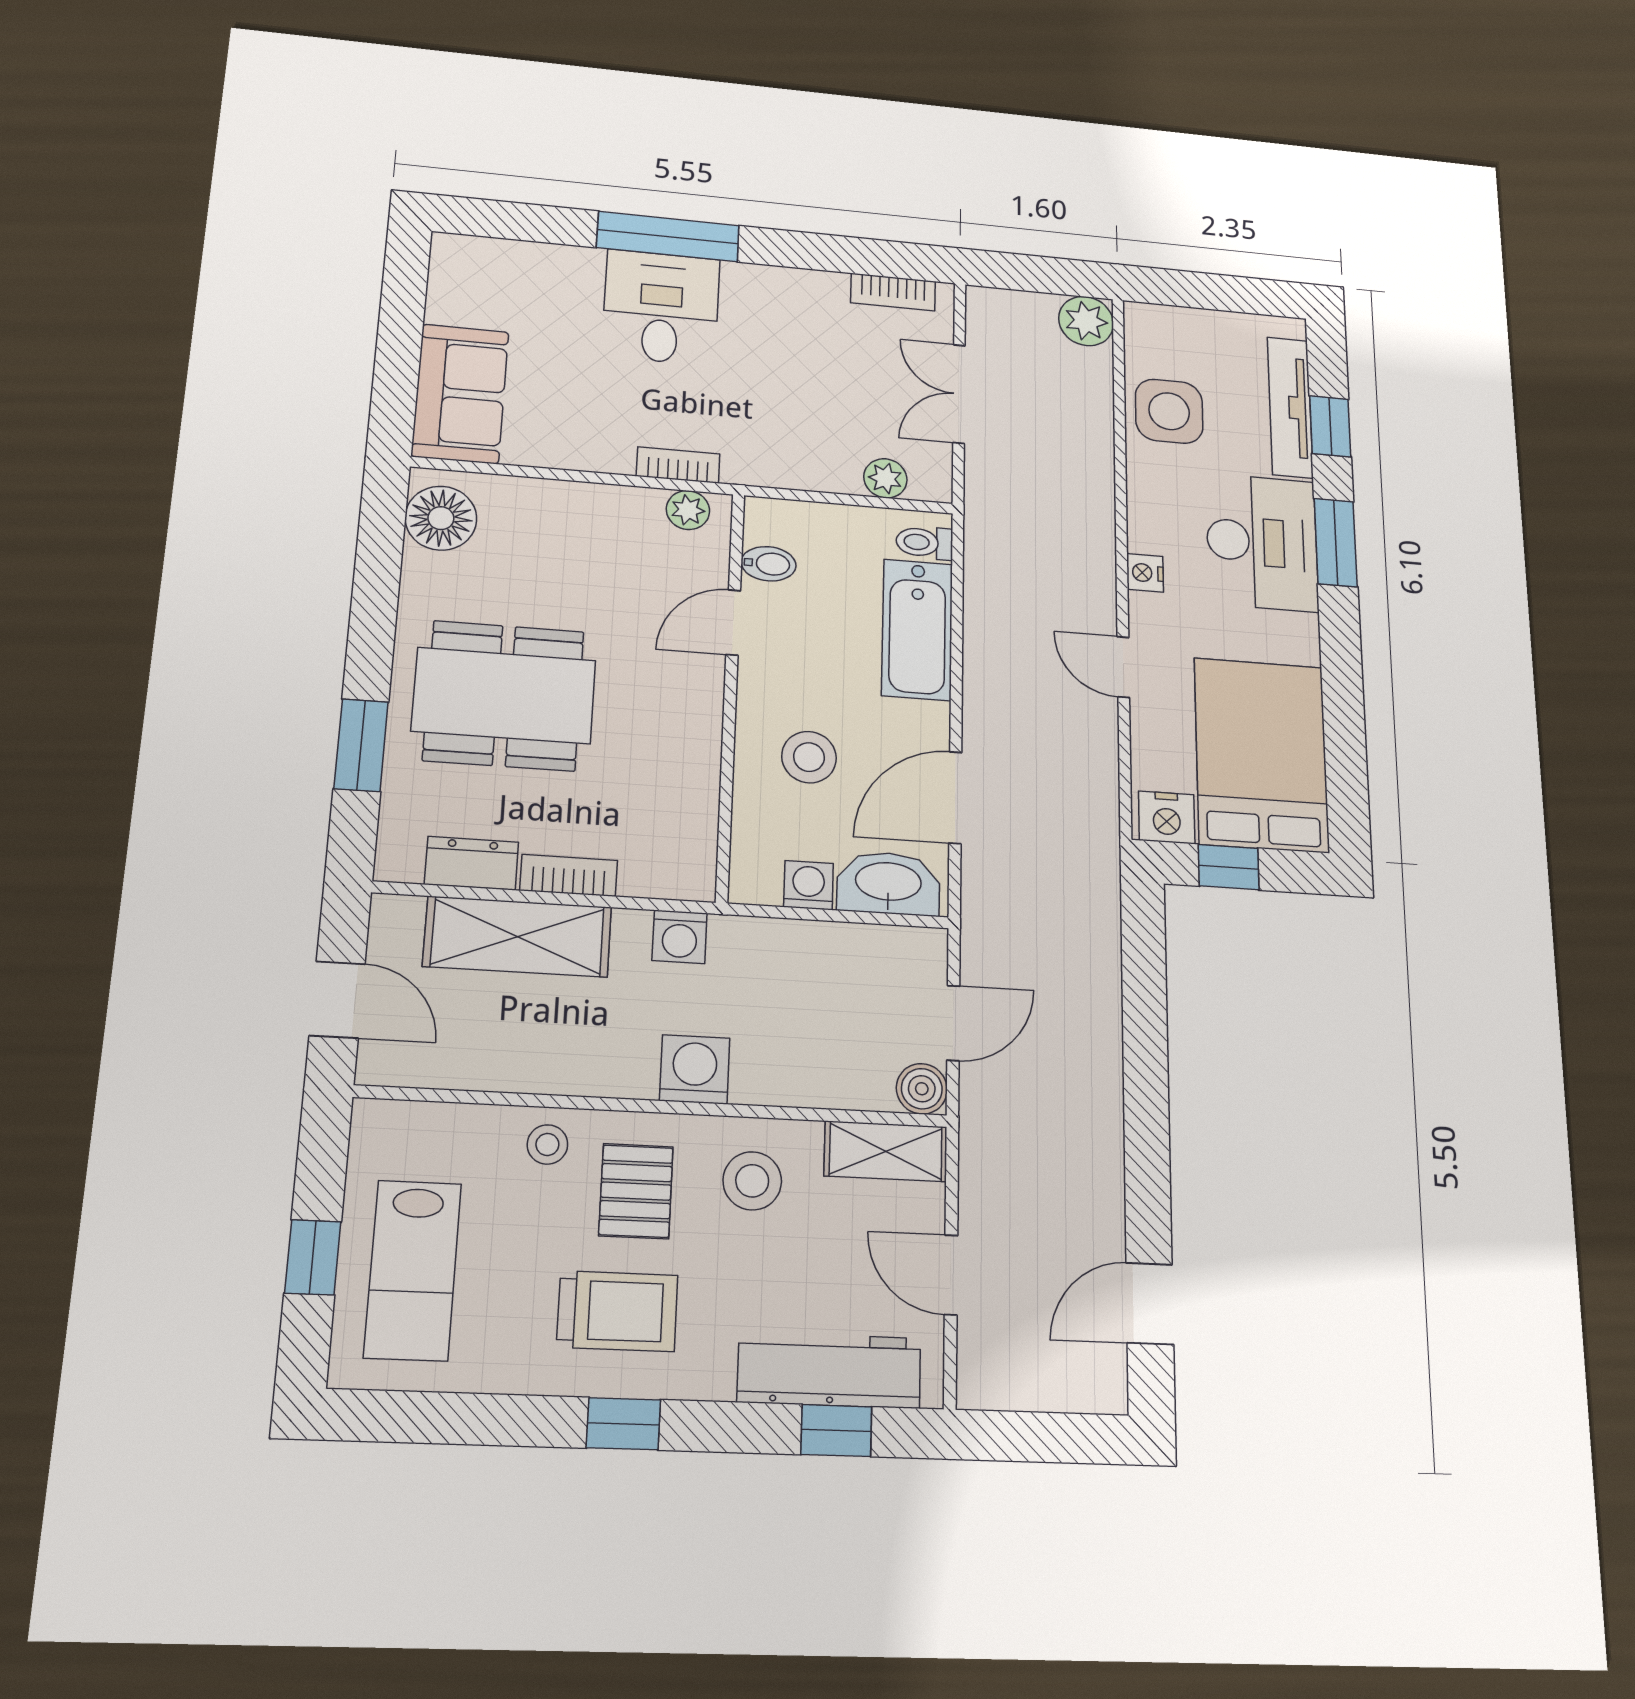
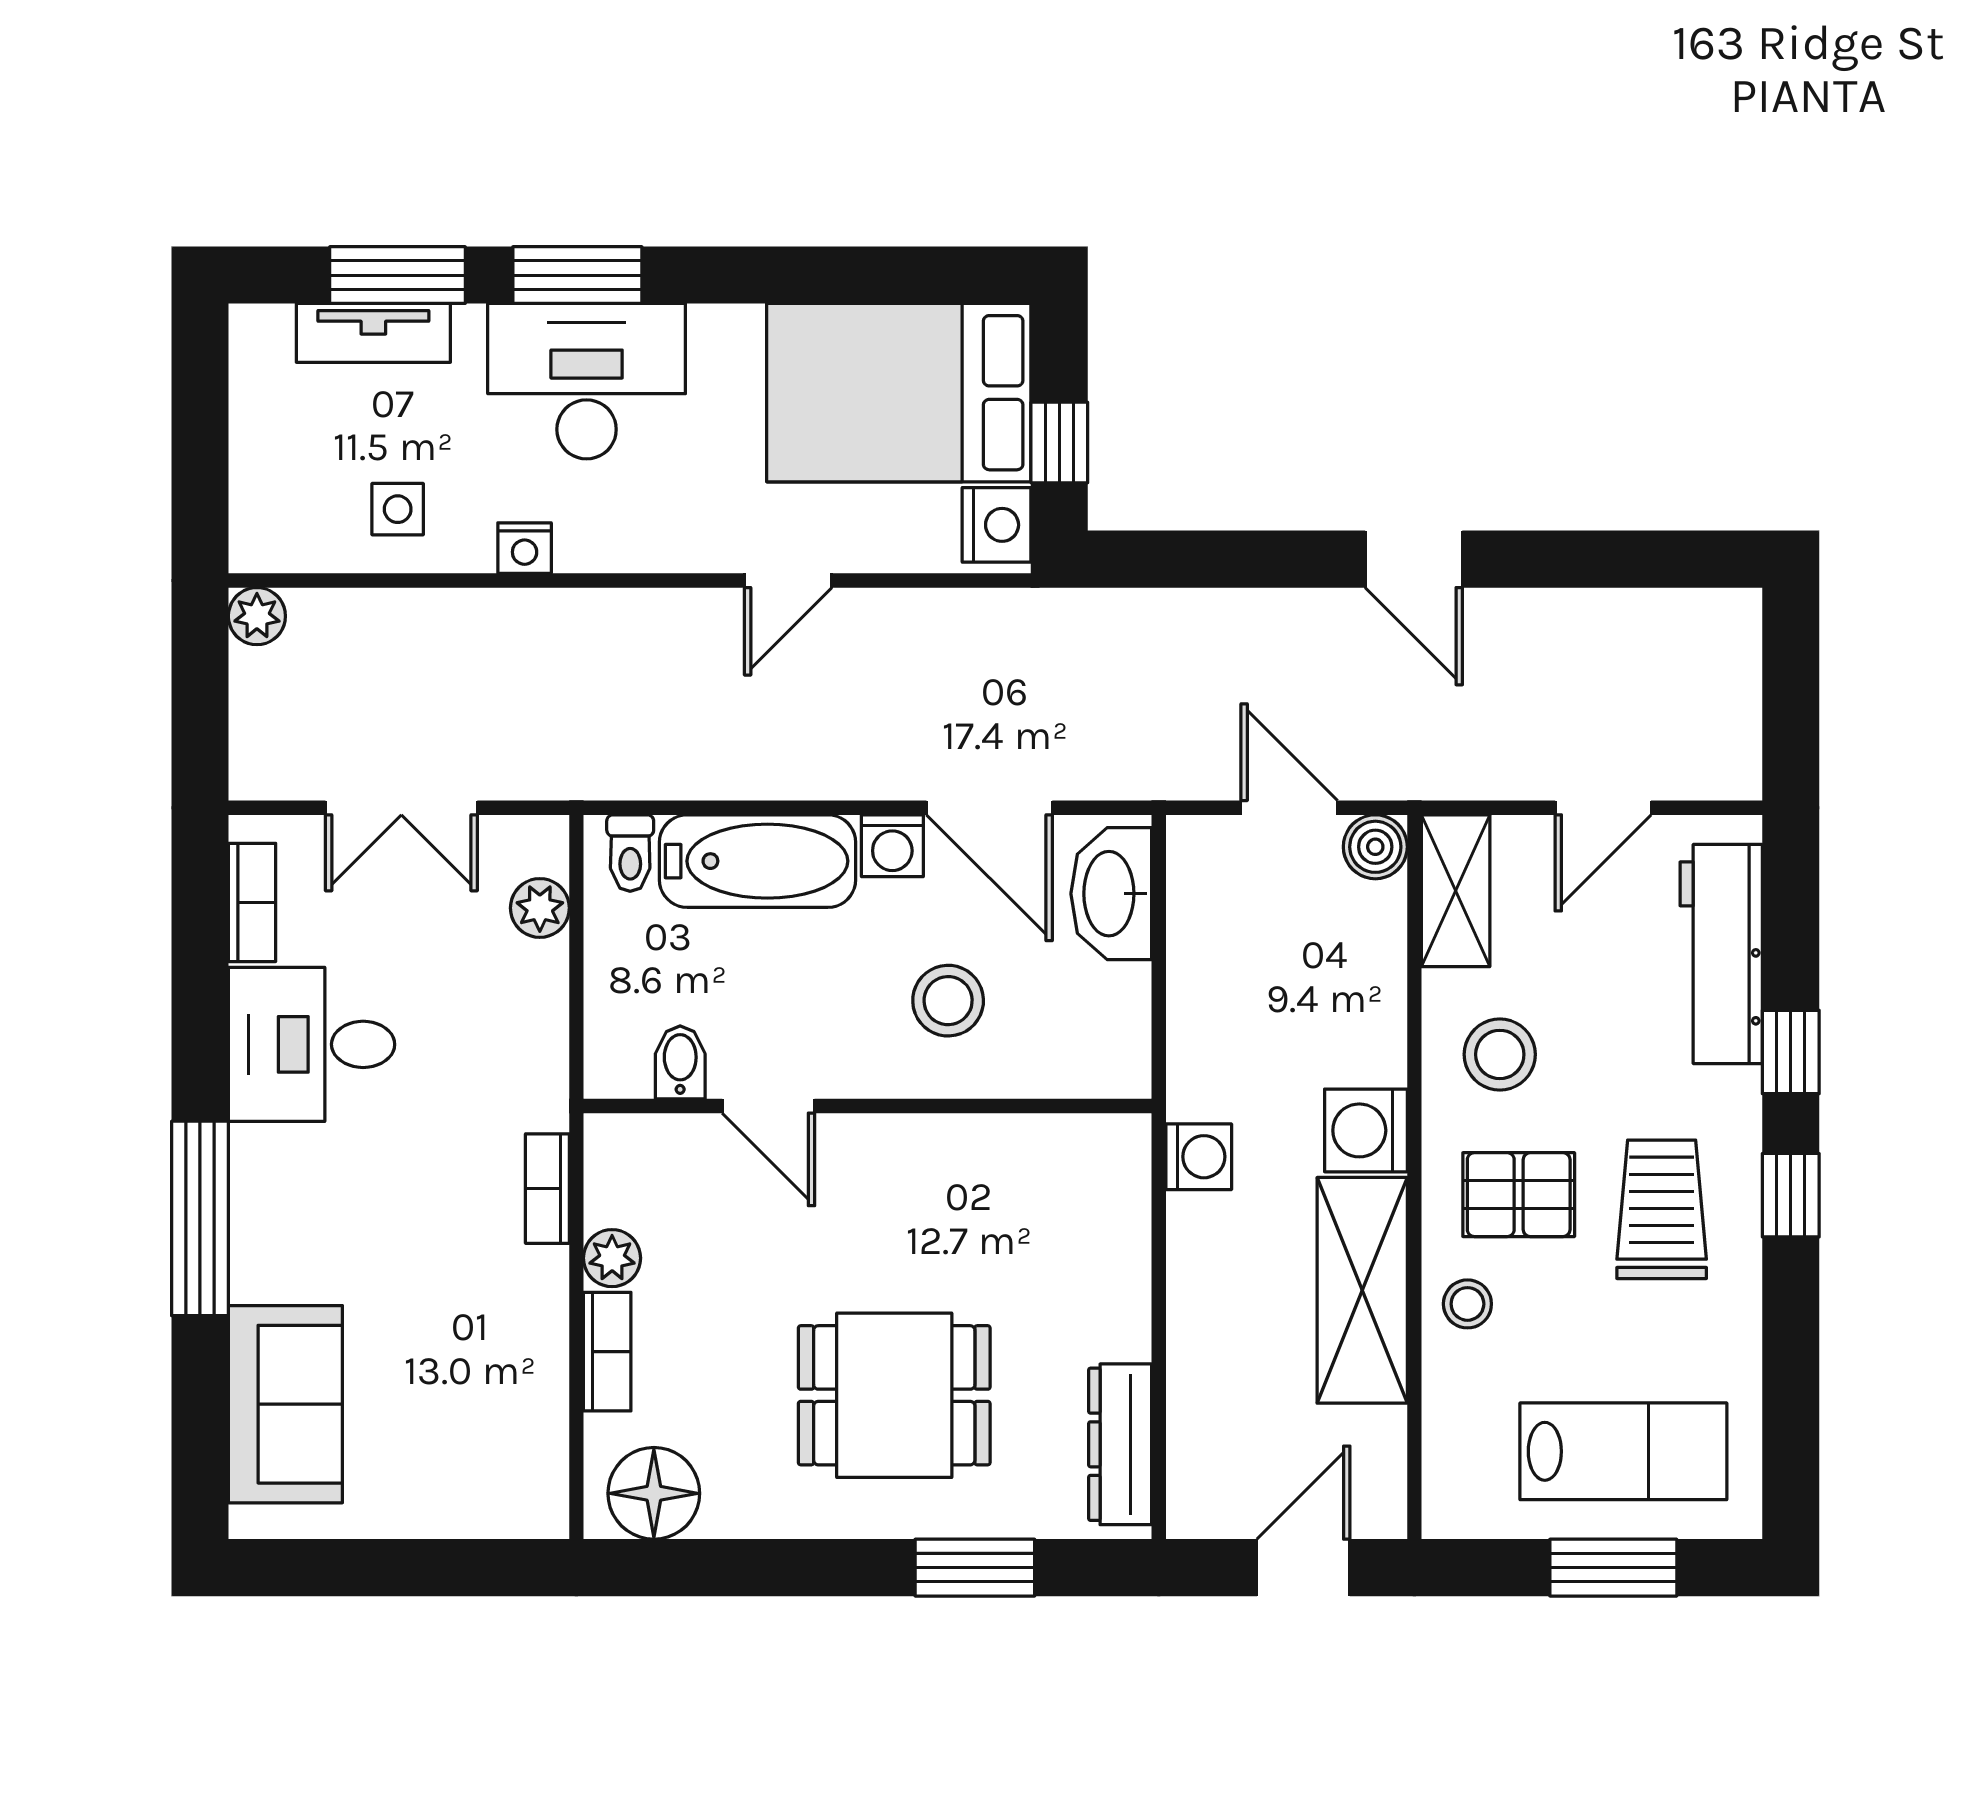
desk: (661, 307) -> (312, 1044), moved
plant: (1086, 321) -> (257, 616), width x0.73, depth x0.73
sofa: (460, 394) -> (285, 1404), moved, turned 90
tv unit: (1290, 407) -> (373, 333), width x0.71
side table: (1169, 411) -> (398, 509), width x0.54, depth x0.54
window: (1330, 426) -> (397, 275), width x1.50
plant: (688, 510) -> (612, 1258), moved
nightstand: (1145, 573) -> (525, 548), moved
dining table: (504, 696) -> (894, 1395), width x0.73
dresser: (472, 863) -> (1120, 1444), width x1.44
bookcase: (569, 875) -> (607, 1352), moved, turned 180
washing machine: (809, 885) -> (892, 846), moved, turned -90
shelving: (518, 937) -> (1362, 1290), moved
window: (313, 1257) -> (1613, 1568), width x1.50
door: (1150, 1304) -> (1414, 559), moved
window: (836, 1431) -> (1791, 1052), moved

